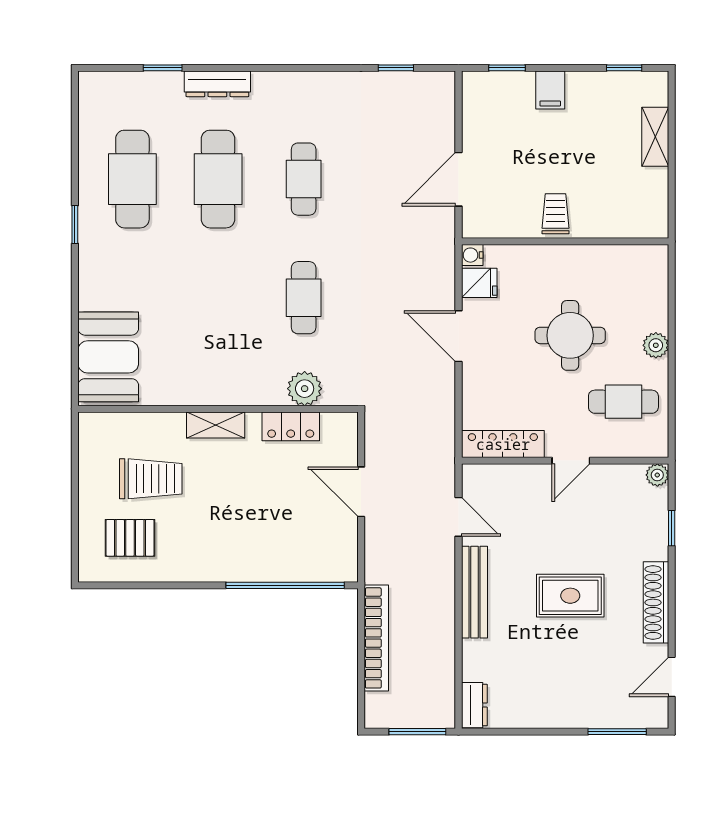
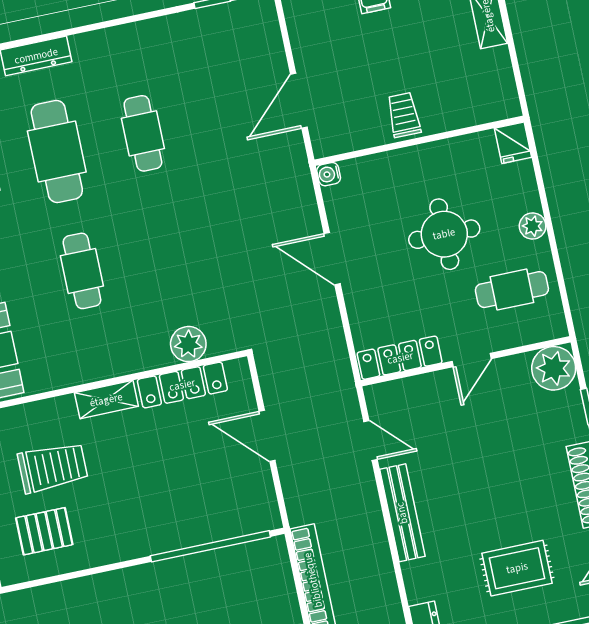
fridge: (479, 283) -> (513, 143), moved, turned 90
cafe table: (304, 298) -> (82, 271), moved
locker: (291, 426) -> (182, 385), width x1.53
plant: (657, 475) -> (554, 368), width x1.88, depth x1.88
rug: (570, 596) -> (517, 568), moved

